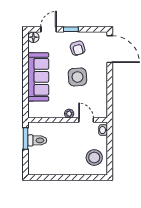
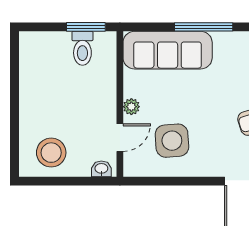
window: (26, 74) -> (204, 27), added
sofa: (38, 77) -> (168, 50), moved
side table: (77, 77) -> (172, 141), moved

